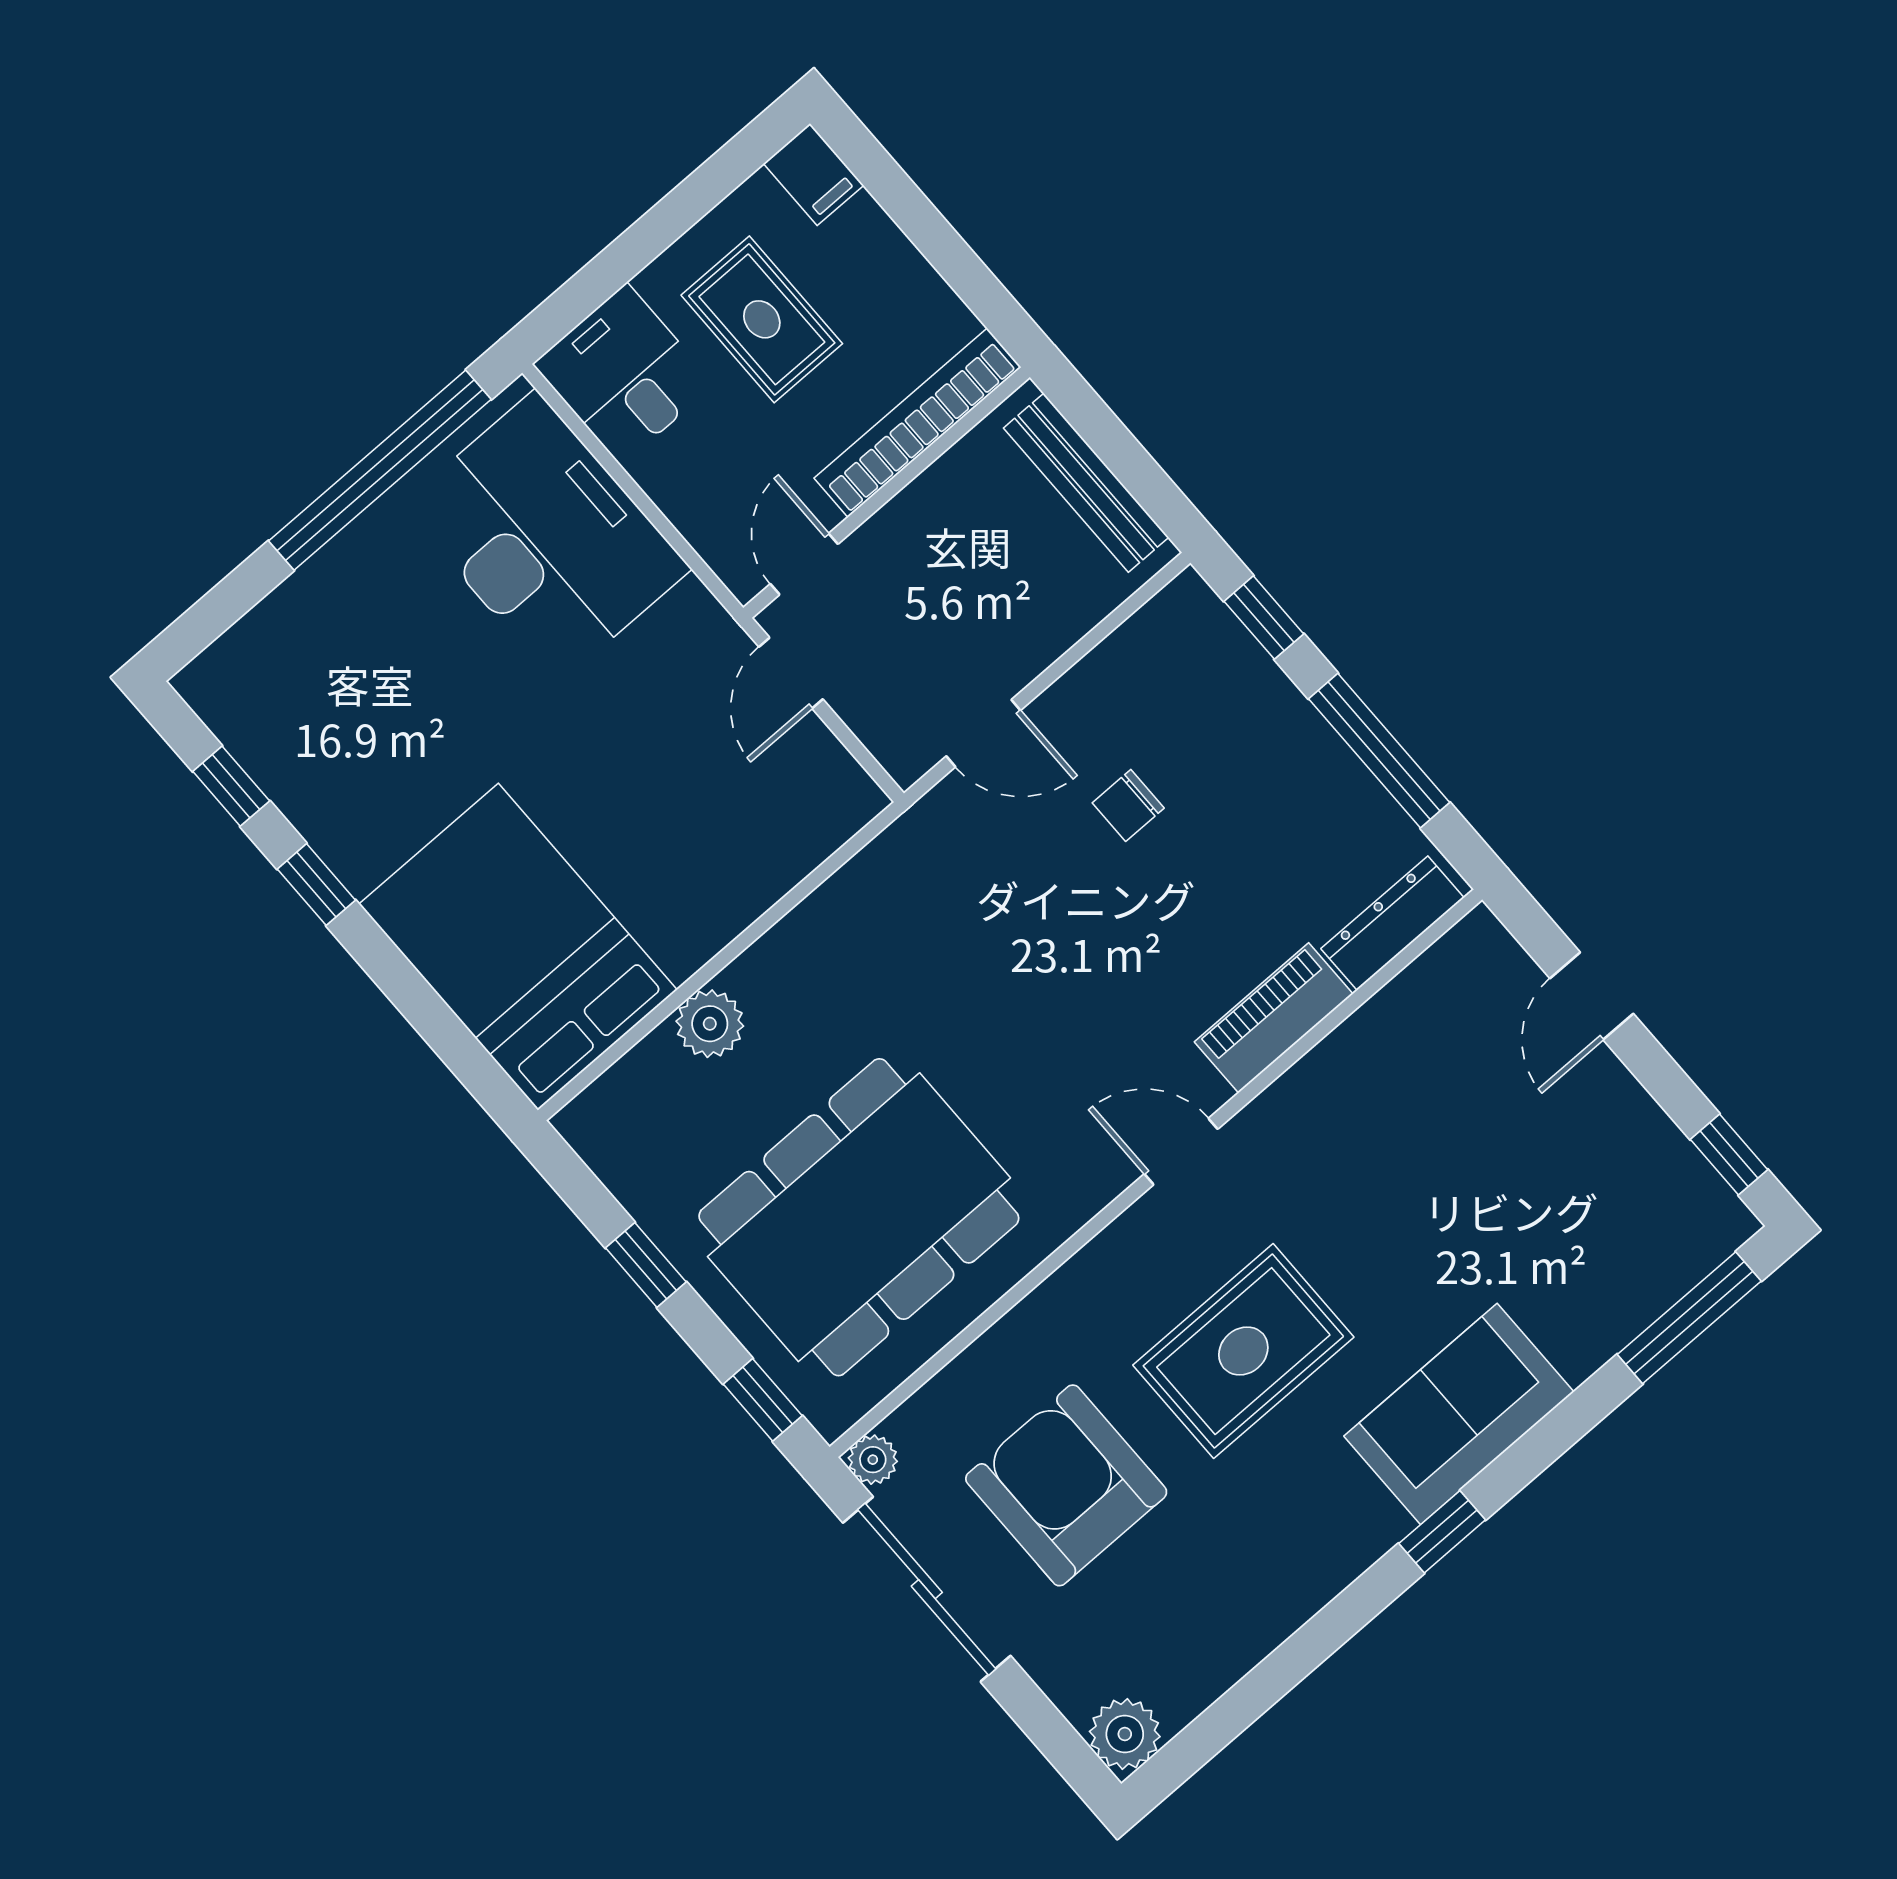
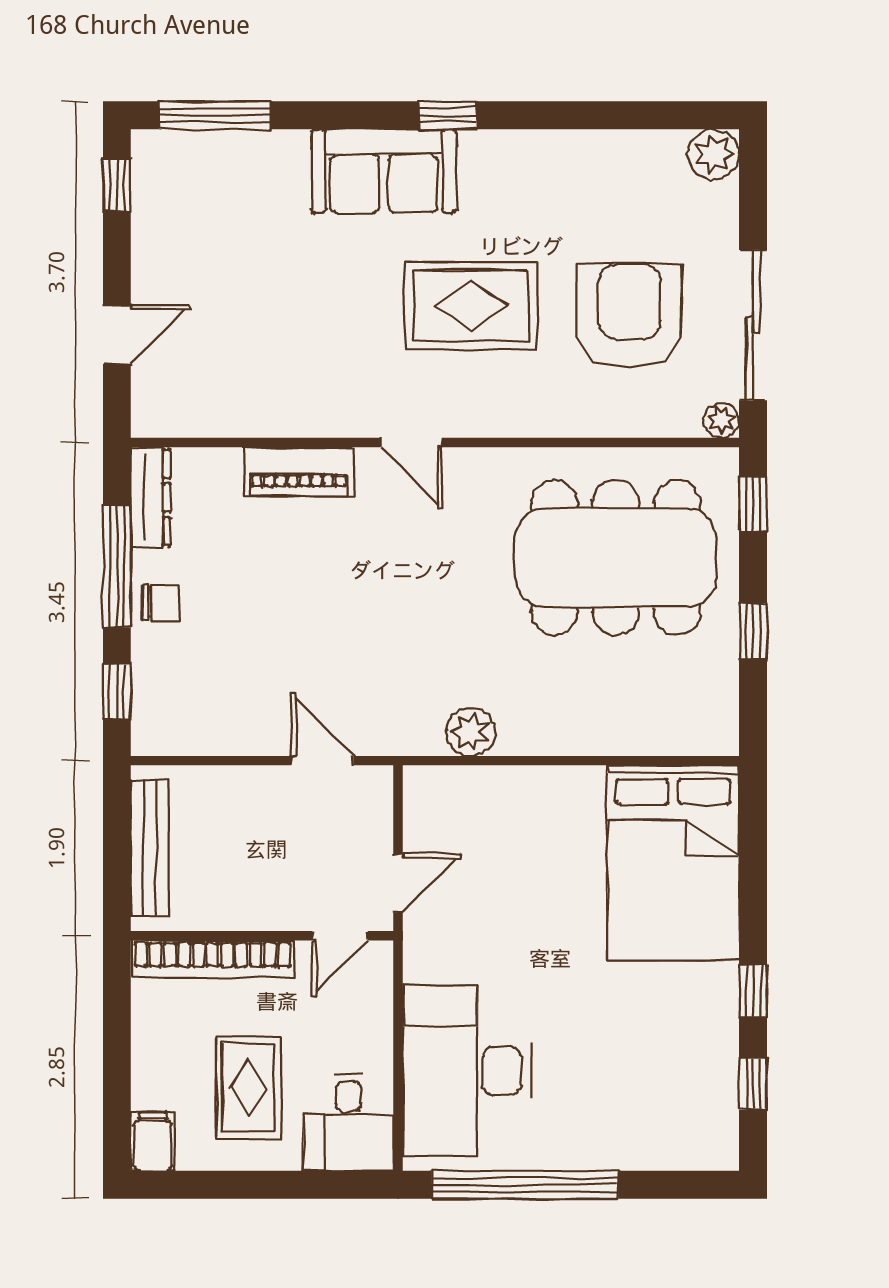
chair: (1128, 805) -> (161, 603), moved
dresser: (1392, 923) -> (150, 498), moved, turned -90
plant: (710, 1024) -> (470, 732), moved
armchair: (1066, 1485) -> (629, 316), turned 180

